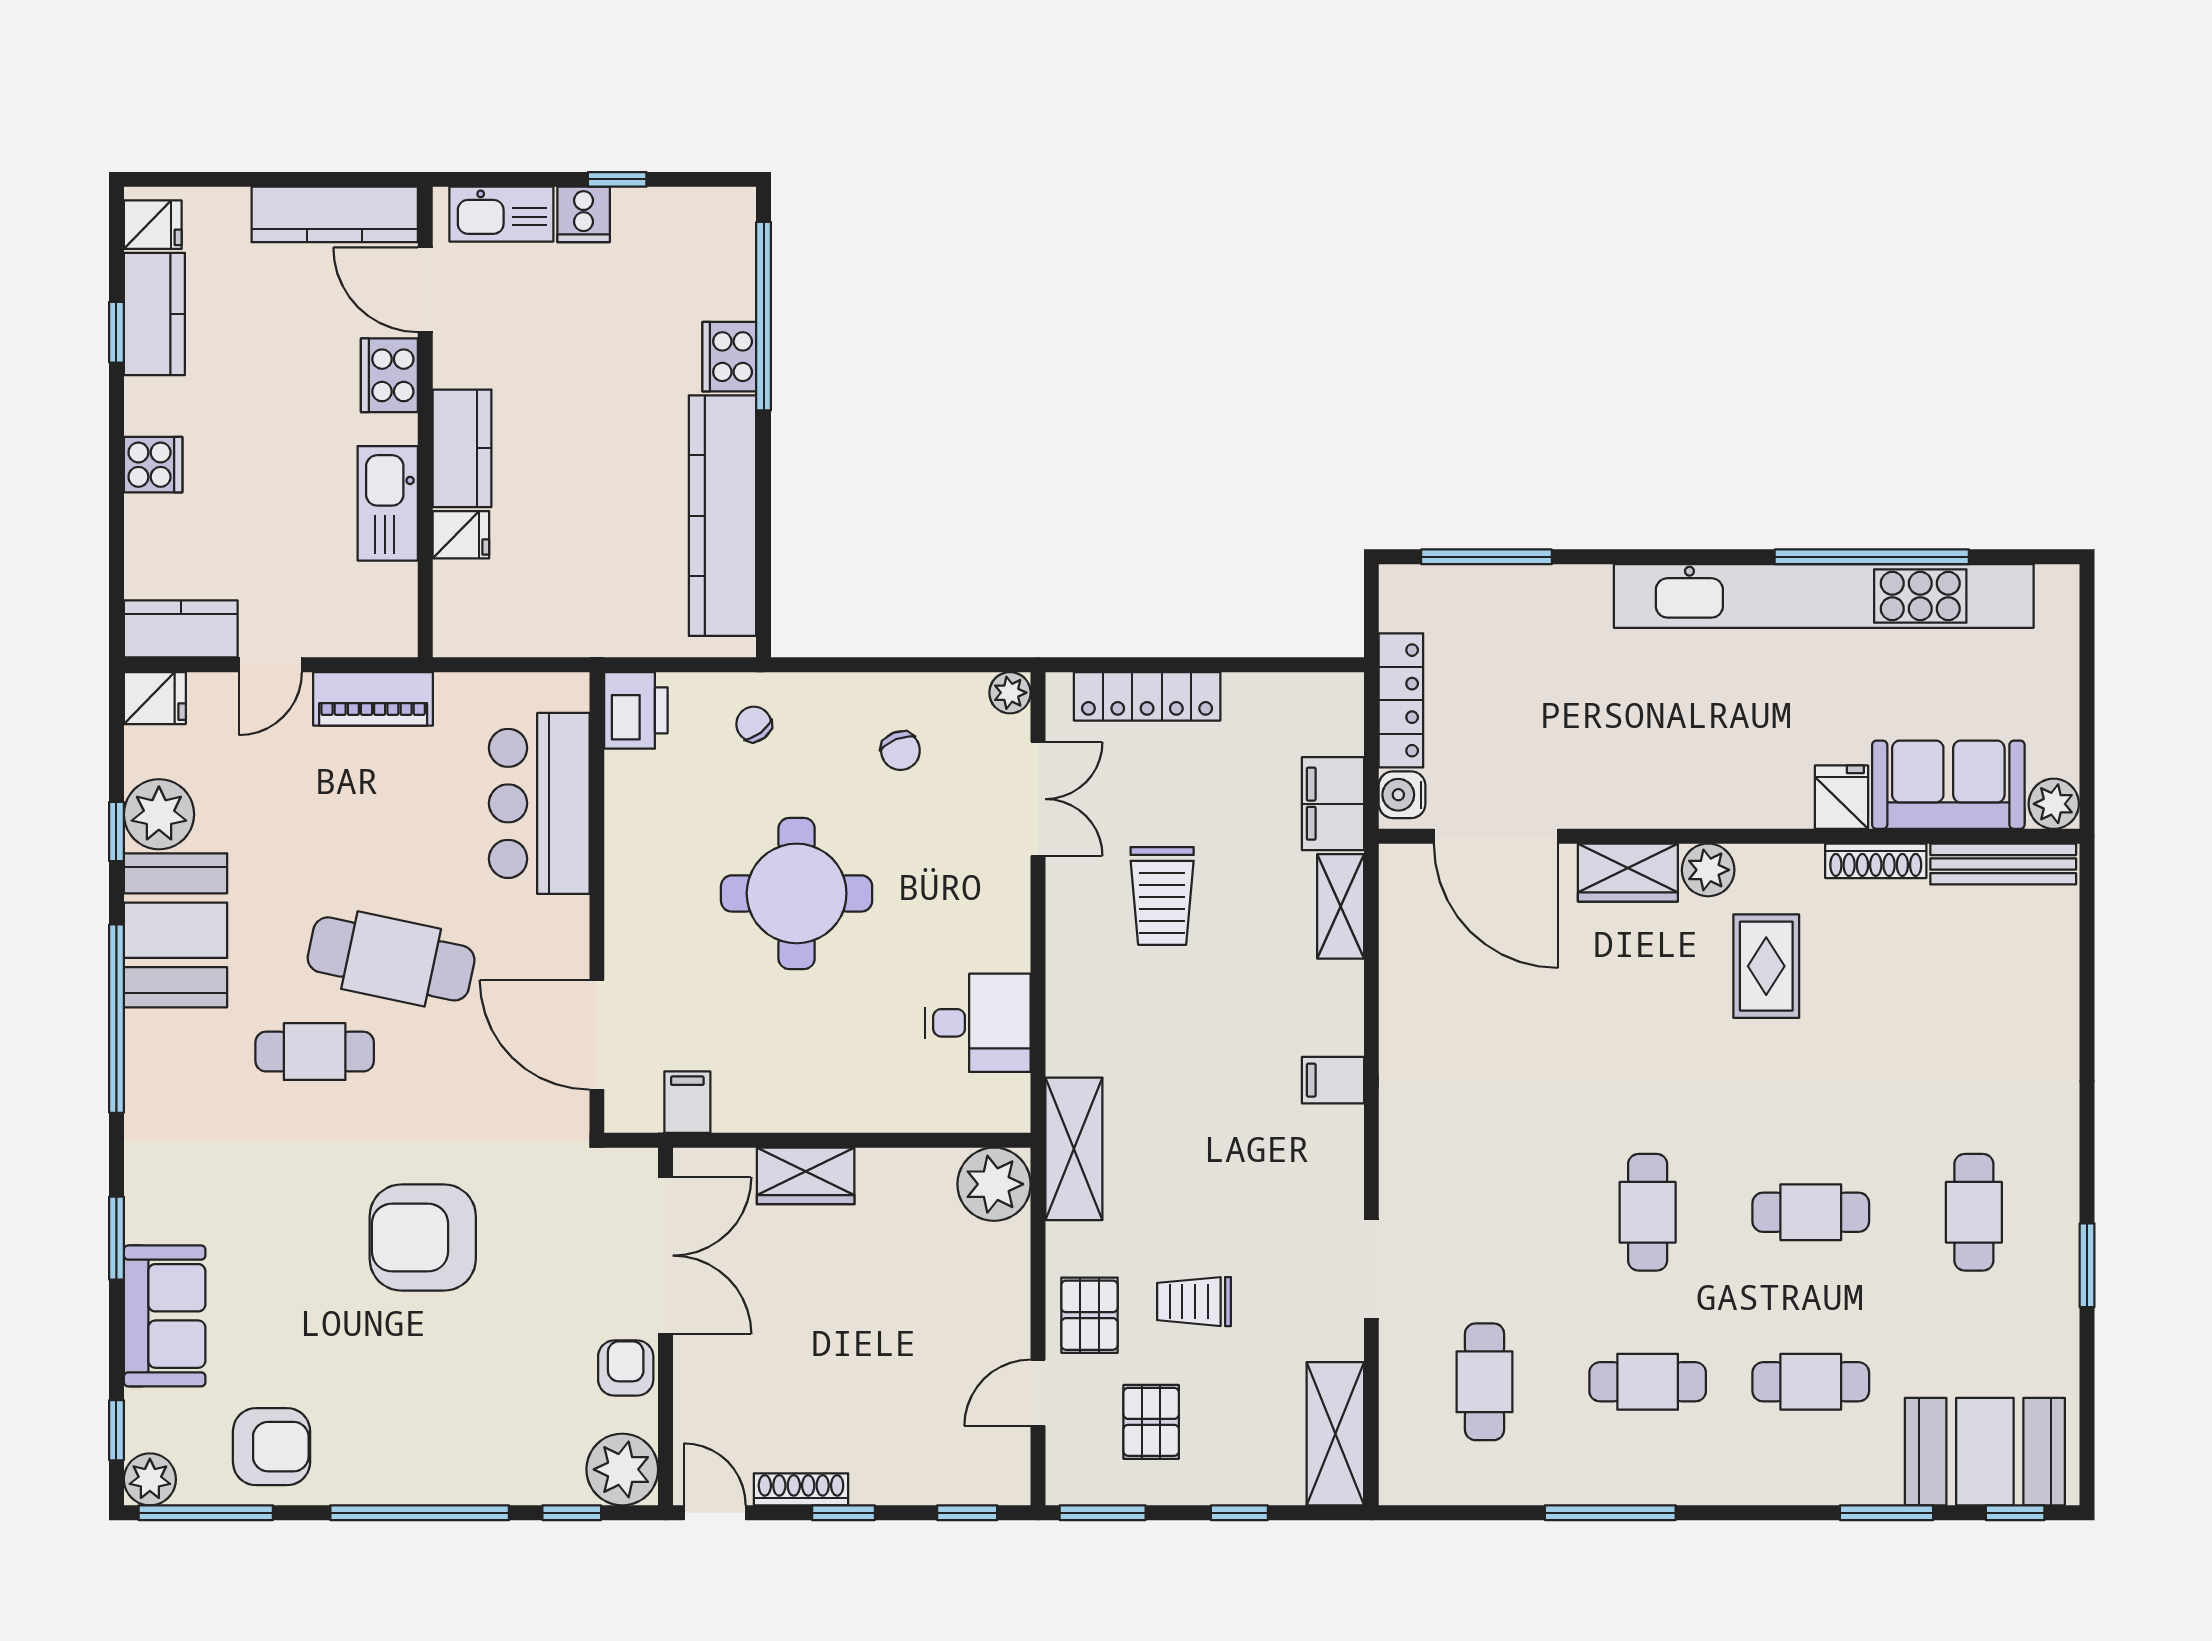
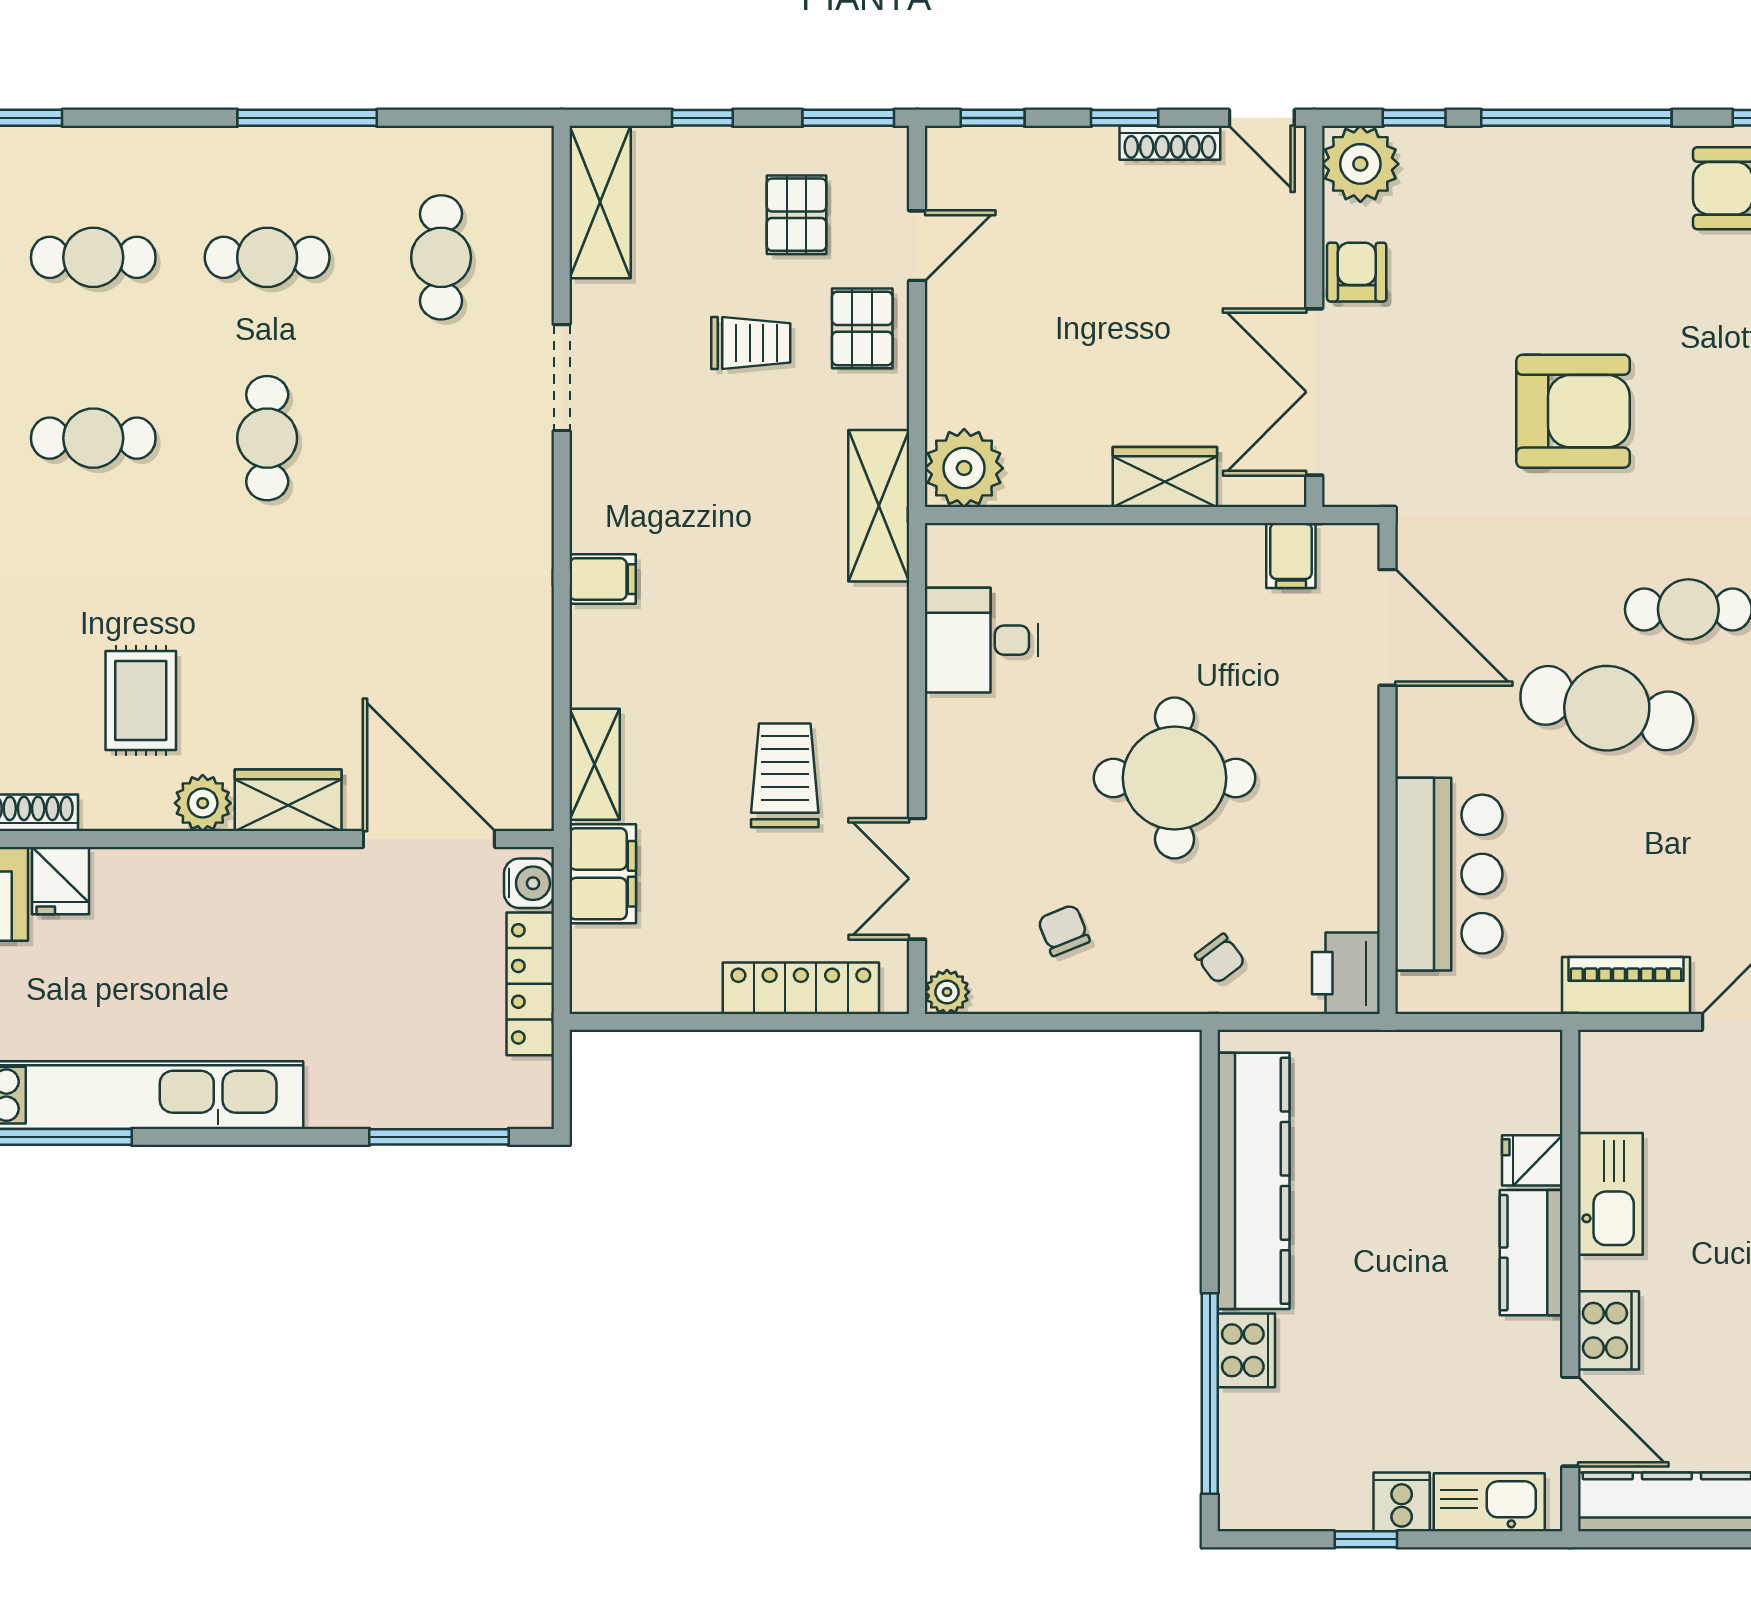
armchair: (626, 1368) -> (1357, 272), turned 180

